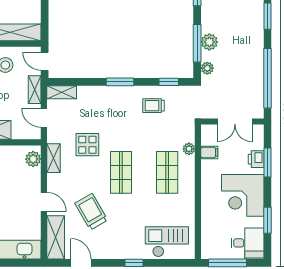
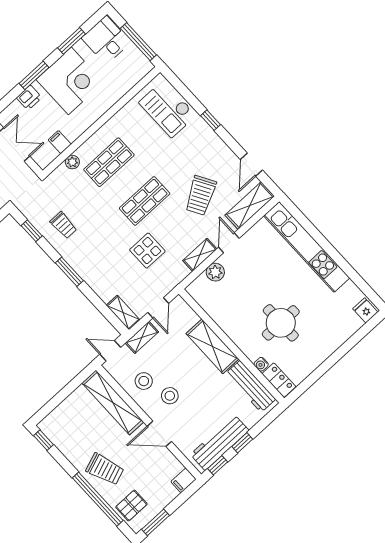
door: (45, 61) -> (110, 351), swing flipped
shelving: (54, 158) -> (200, 255), moved
plant: (33, 159) -> (215, 272), moved
window: (268, 163) -> (34, 75), moved

